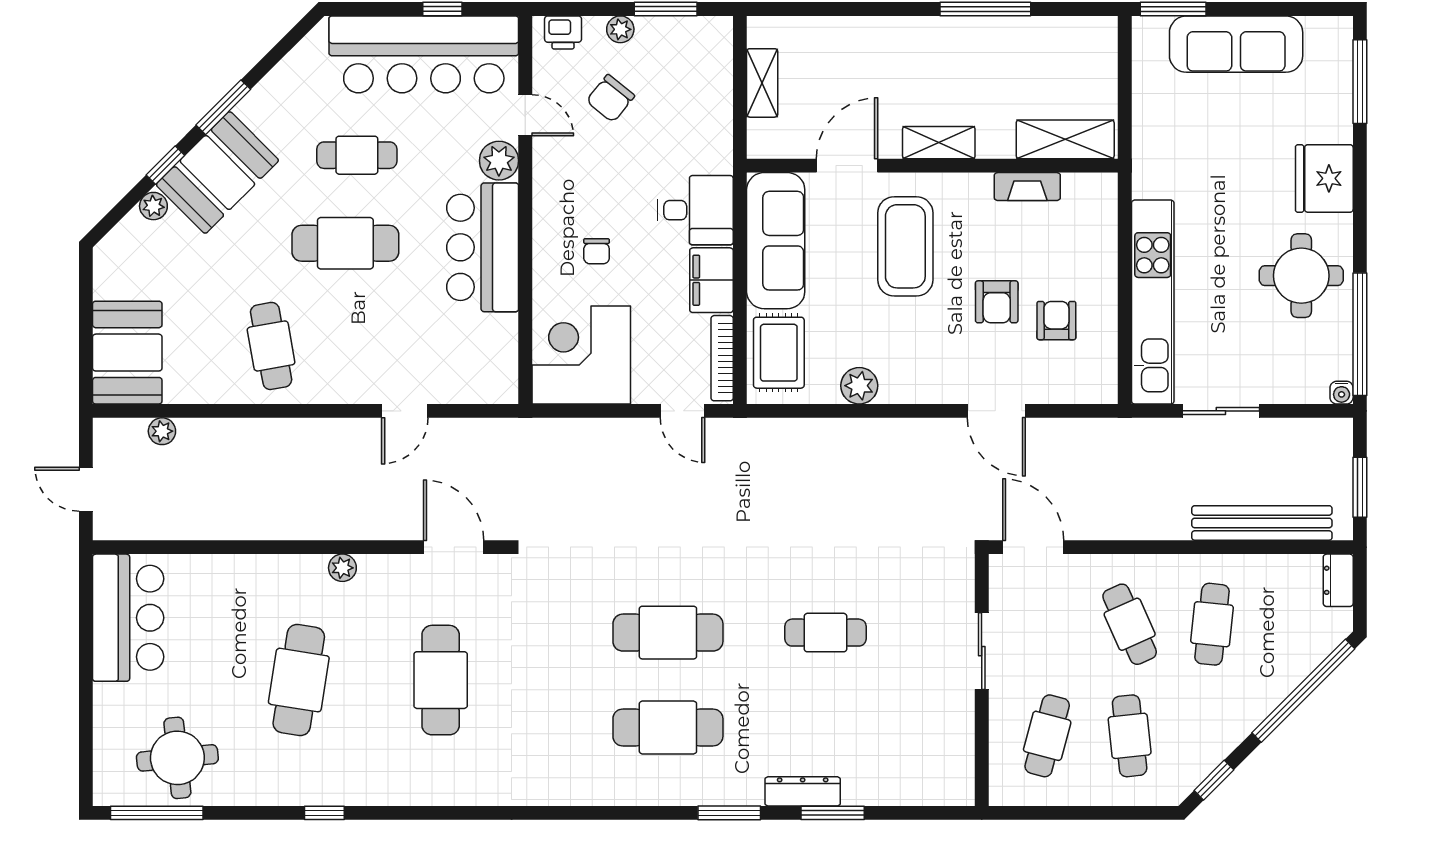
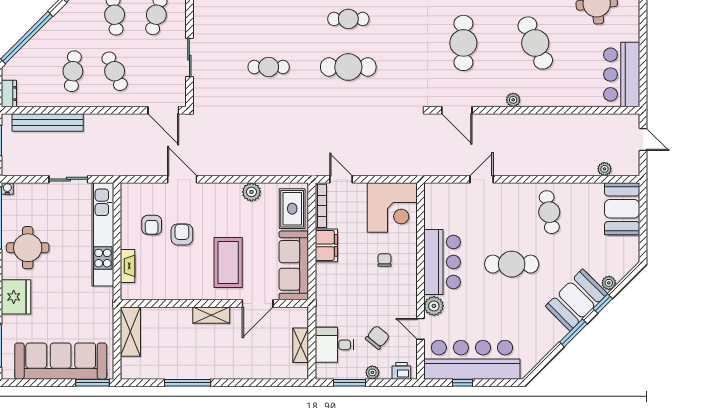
sofa: (1236, 44) -> (61, 361), width x1.36, depth x1.27
shelving: (1065, 139) -> (130, 332), moved, turned 90
cafe table: (357, 155) -> (506, 309), removed
fireplace: (1027, 187) -> (128, 266), moved, turned 90
desk: (696, 210) -> (334, 345), moved
cafe table: (299, 680) -> (535, 43), turned -33
cafe table: (668, 727) -> (348, 19), width x0.73, depth x0.74

